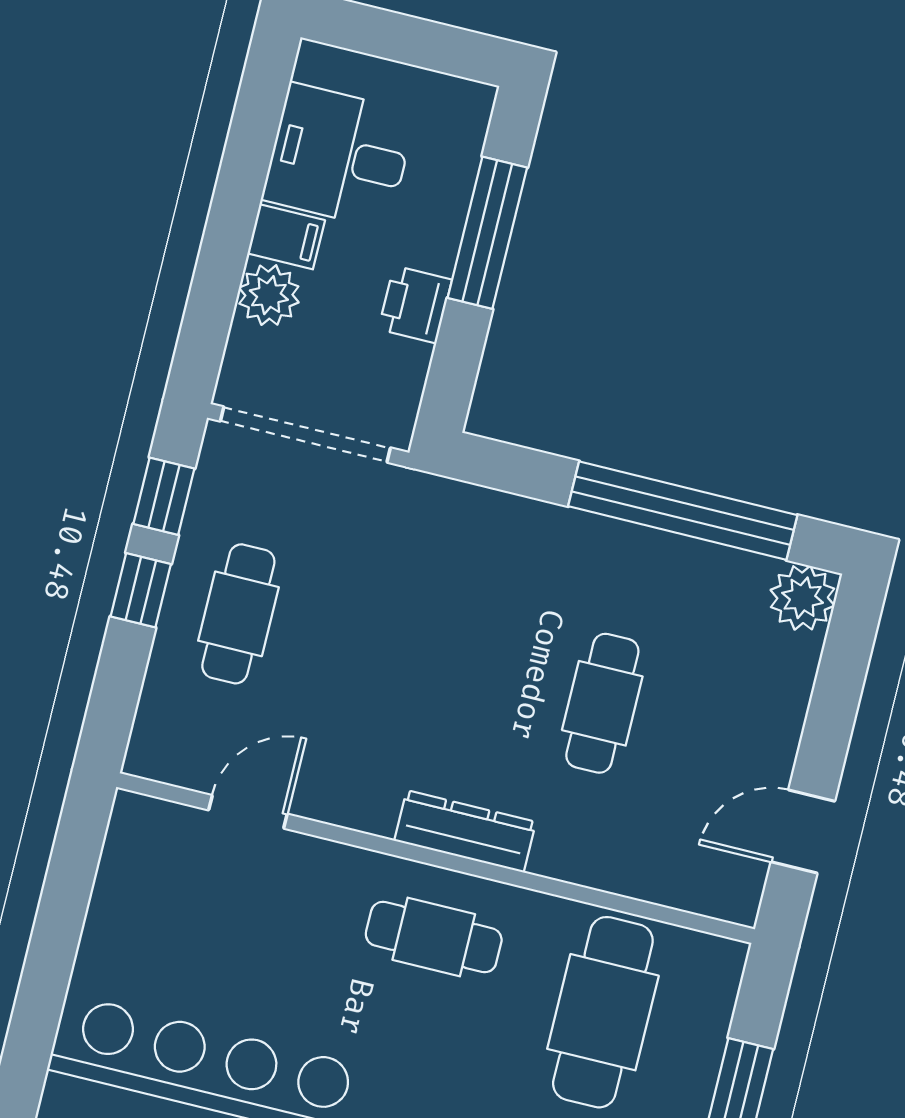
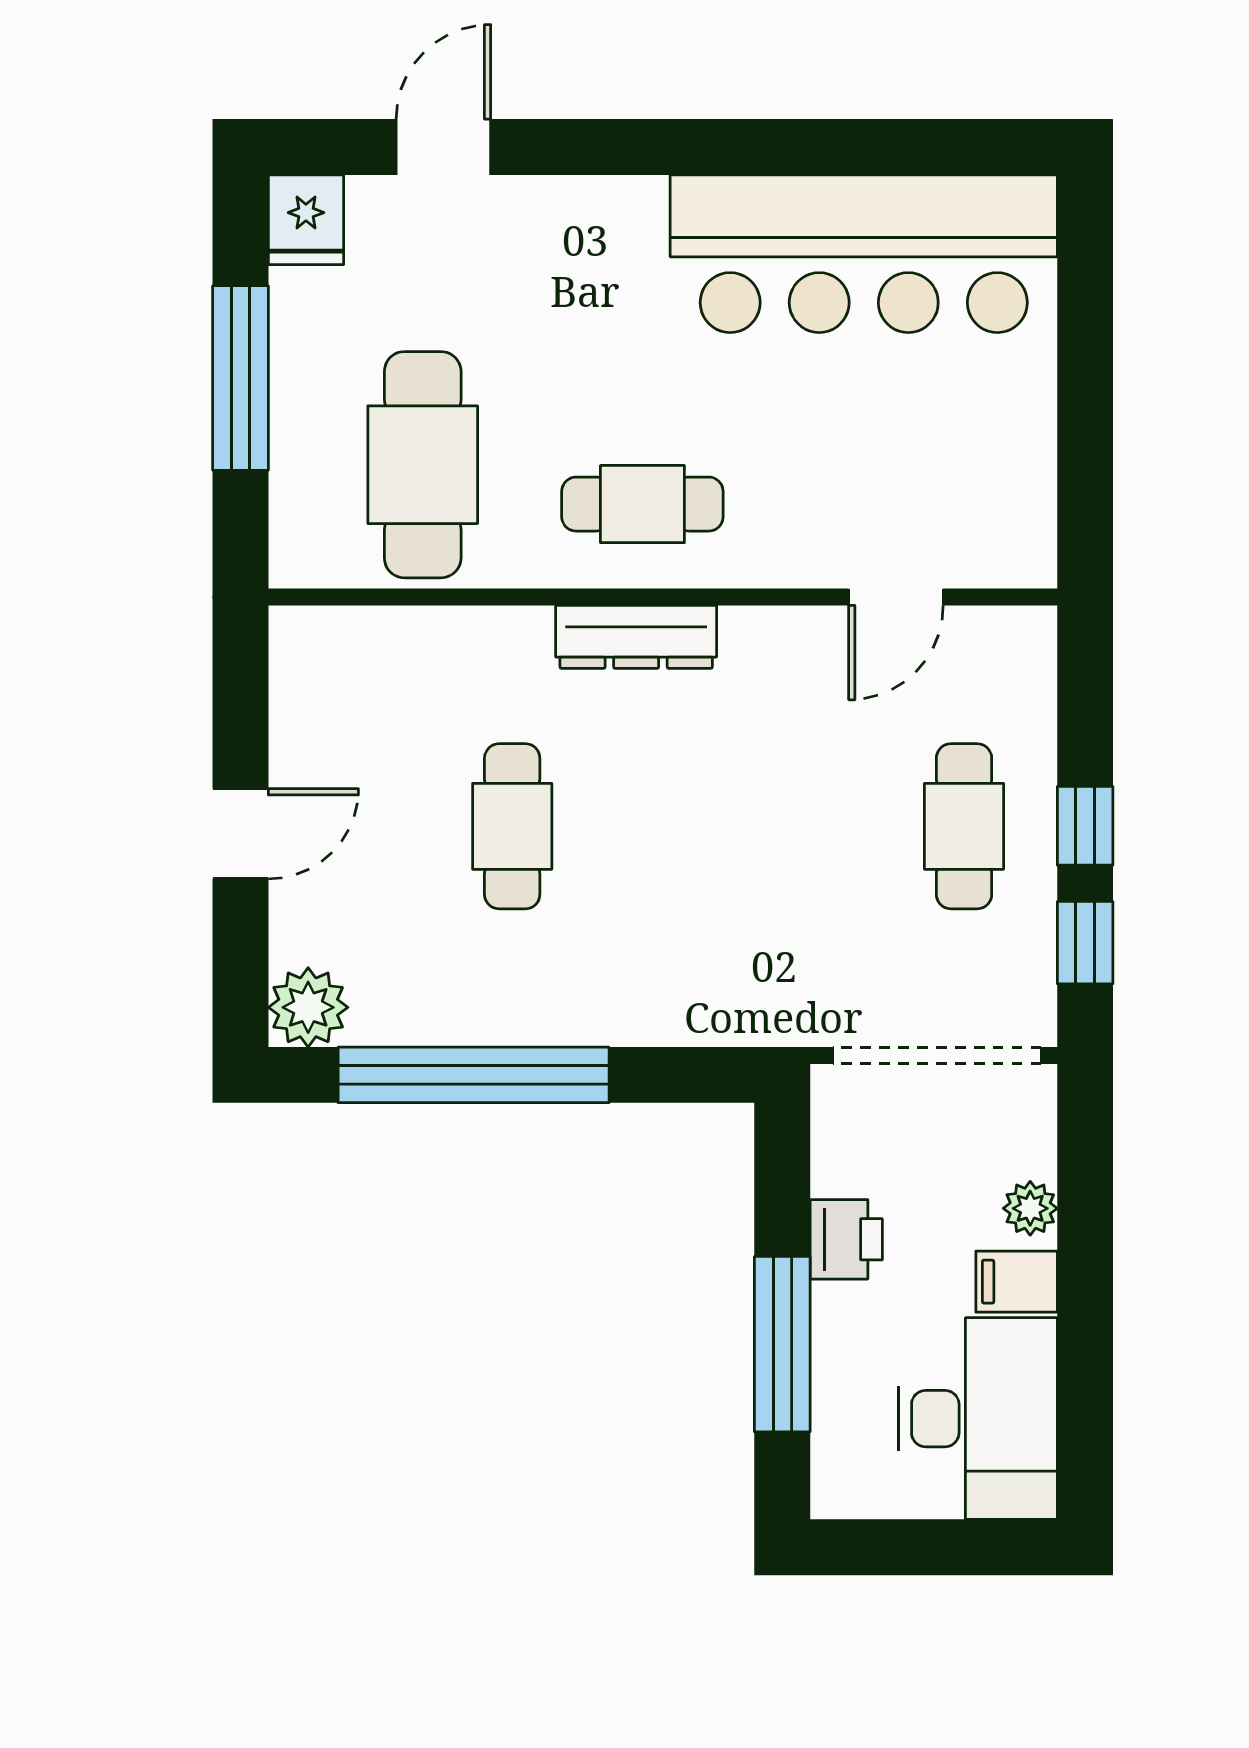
desk: (339, 156) -> (978, 1419), width x1.37
plant: (269, 295) -> (1030, 1208), width x0.73, depth x0.73
door: (803, 832) -> (241, 834), moved

